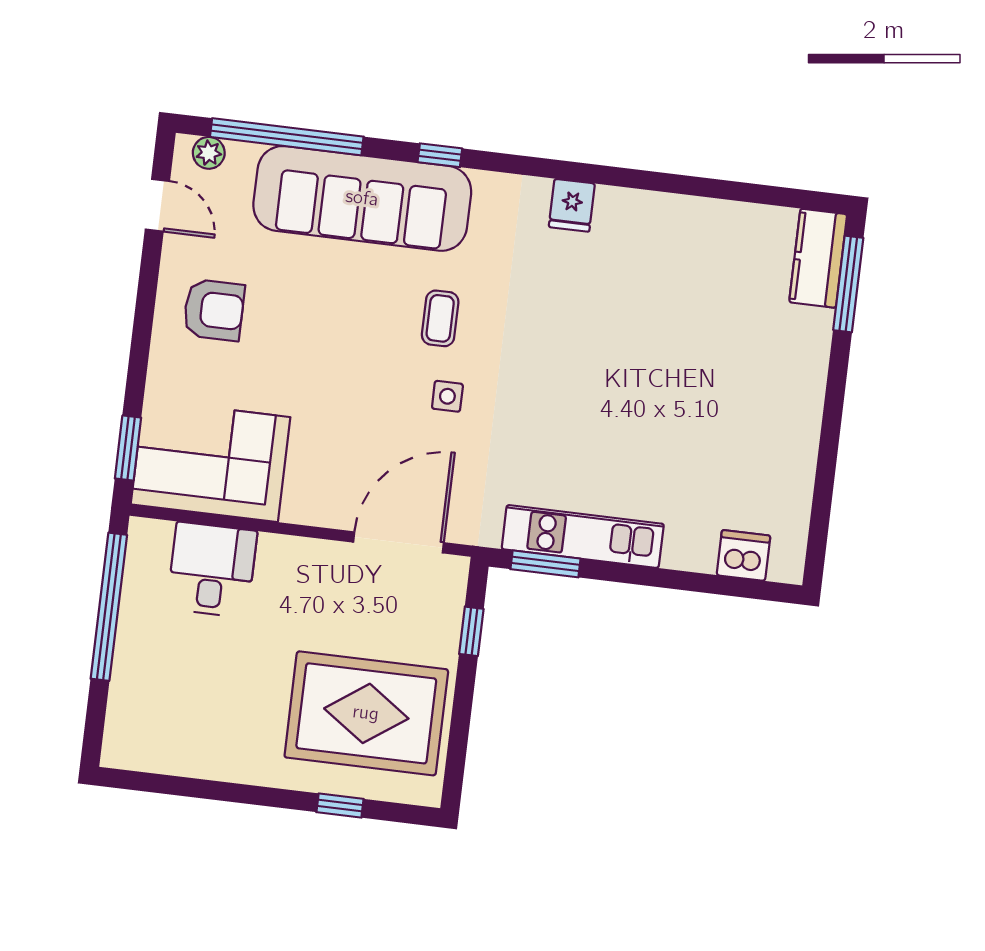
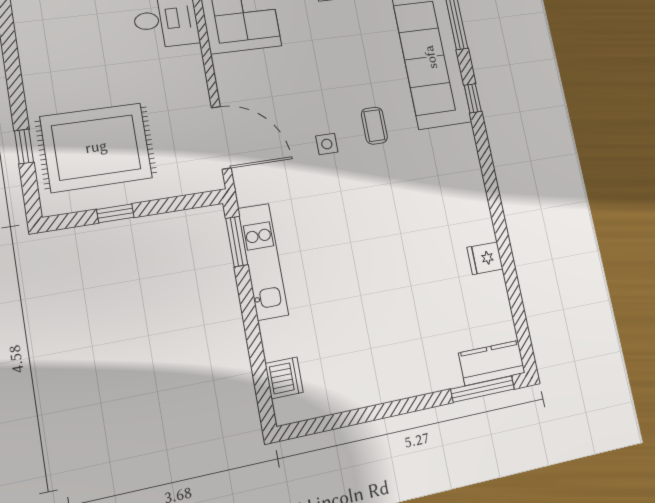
fridge: (572, 205) -> (485, 258), moved
coffee table: (440, 318) -> (374, 126), turned 90
window: (471, 631) -> (115, 213), moved
rug: (366, 713) -> (96, 147), turned 90

